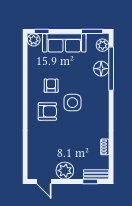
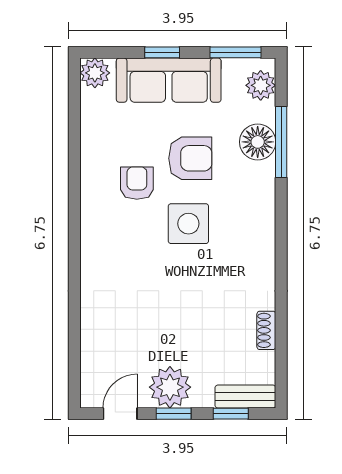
window: (42, 31) -> (162, 52), moved
window: (111, 69) -> (281, 142), width x0.68
armchair: (47, 111) -> (190, 158), moved
door: (44, 182) -> (120, 414), swing flipped
window: (66, 182) -> (174, 414), added

